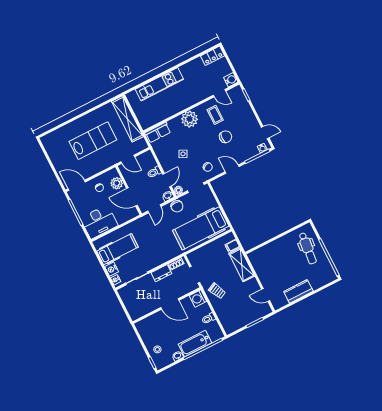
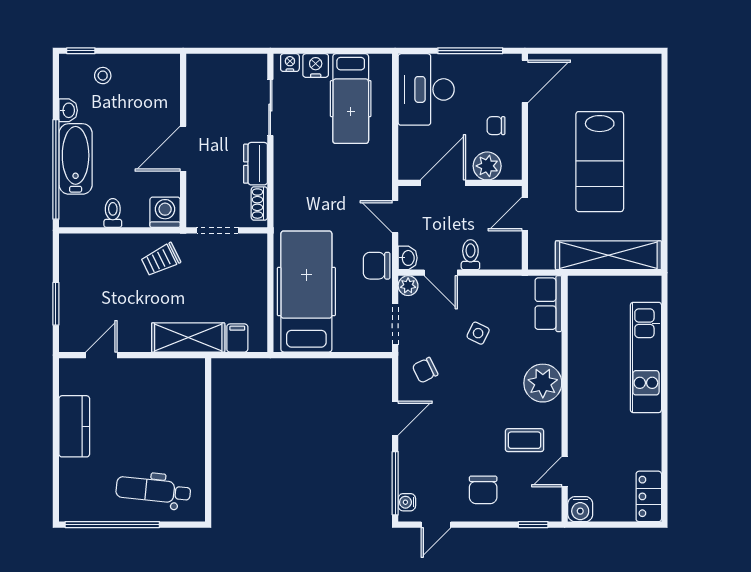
chair: (226, 137) -> (483, 490), moved

